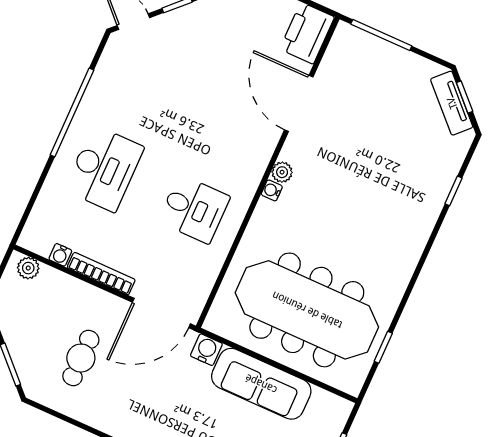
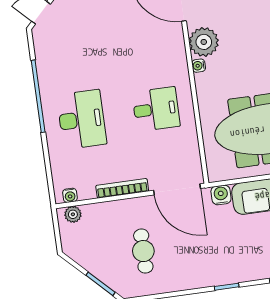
plant: (282, 172) -> (204, 42), width x1.88, depth x1.88
water cooler: (60, 255) -> (70, 195), moved
door: (161, 313) -> (177, 189), hinge flipped

